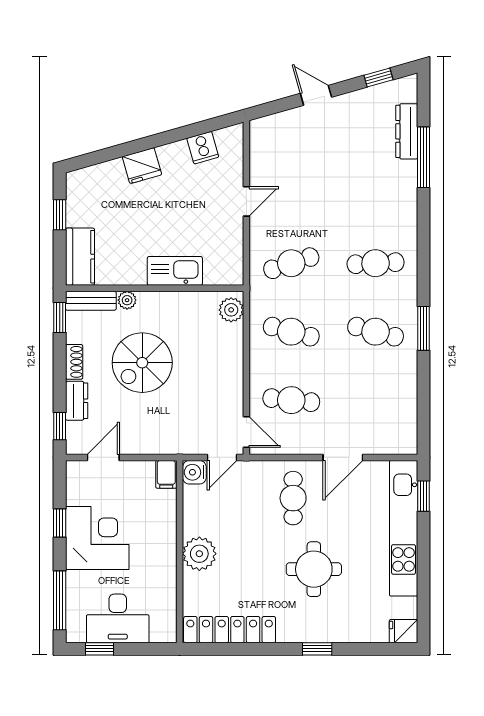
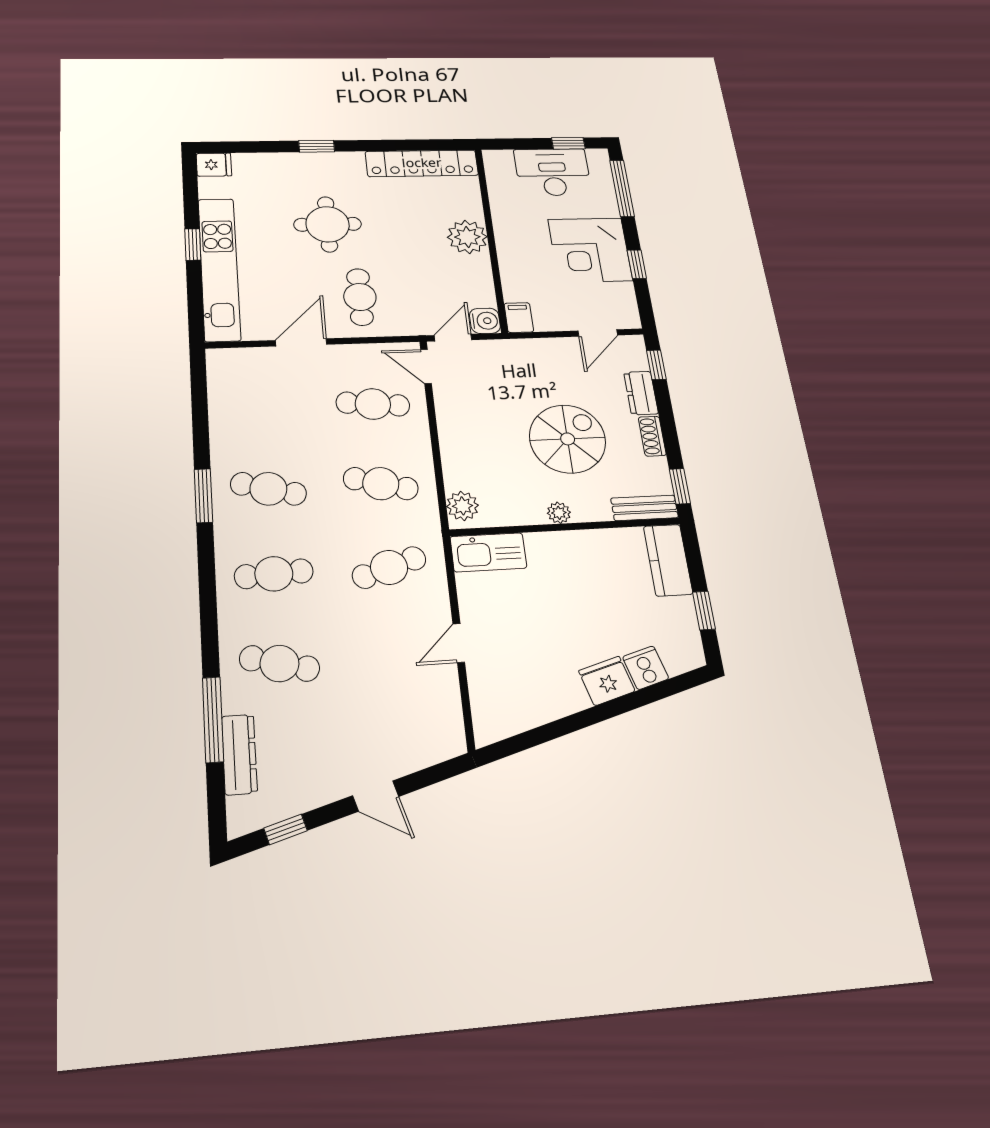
cooker: (203, 148) -> (646, 668), moved
cafe table: (376, 195) -> (279, 663), added
kitchen sink: (175, 271) -> (488, 552), moved
plant: (127, 300) -> (559, 513), moved
window: (424, 496) -> (193, 244), moved

